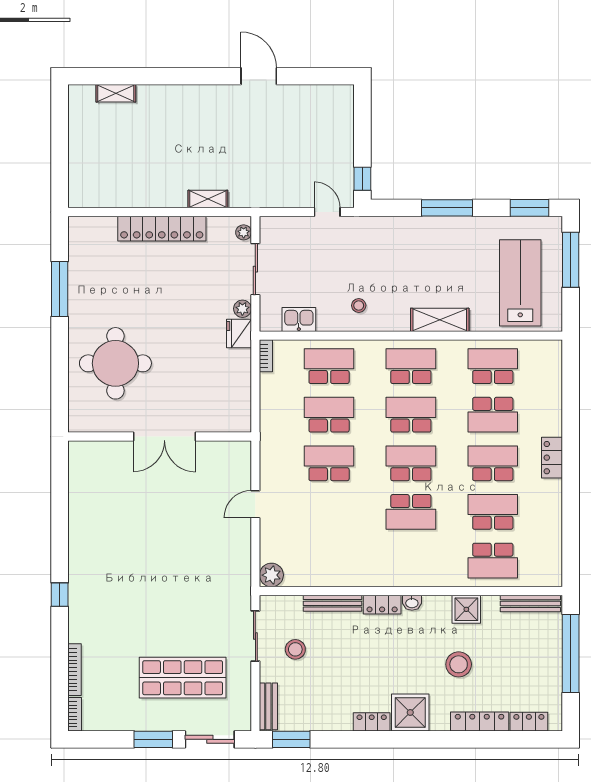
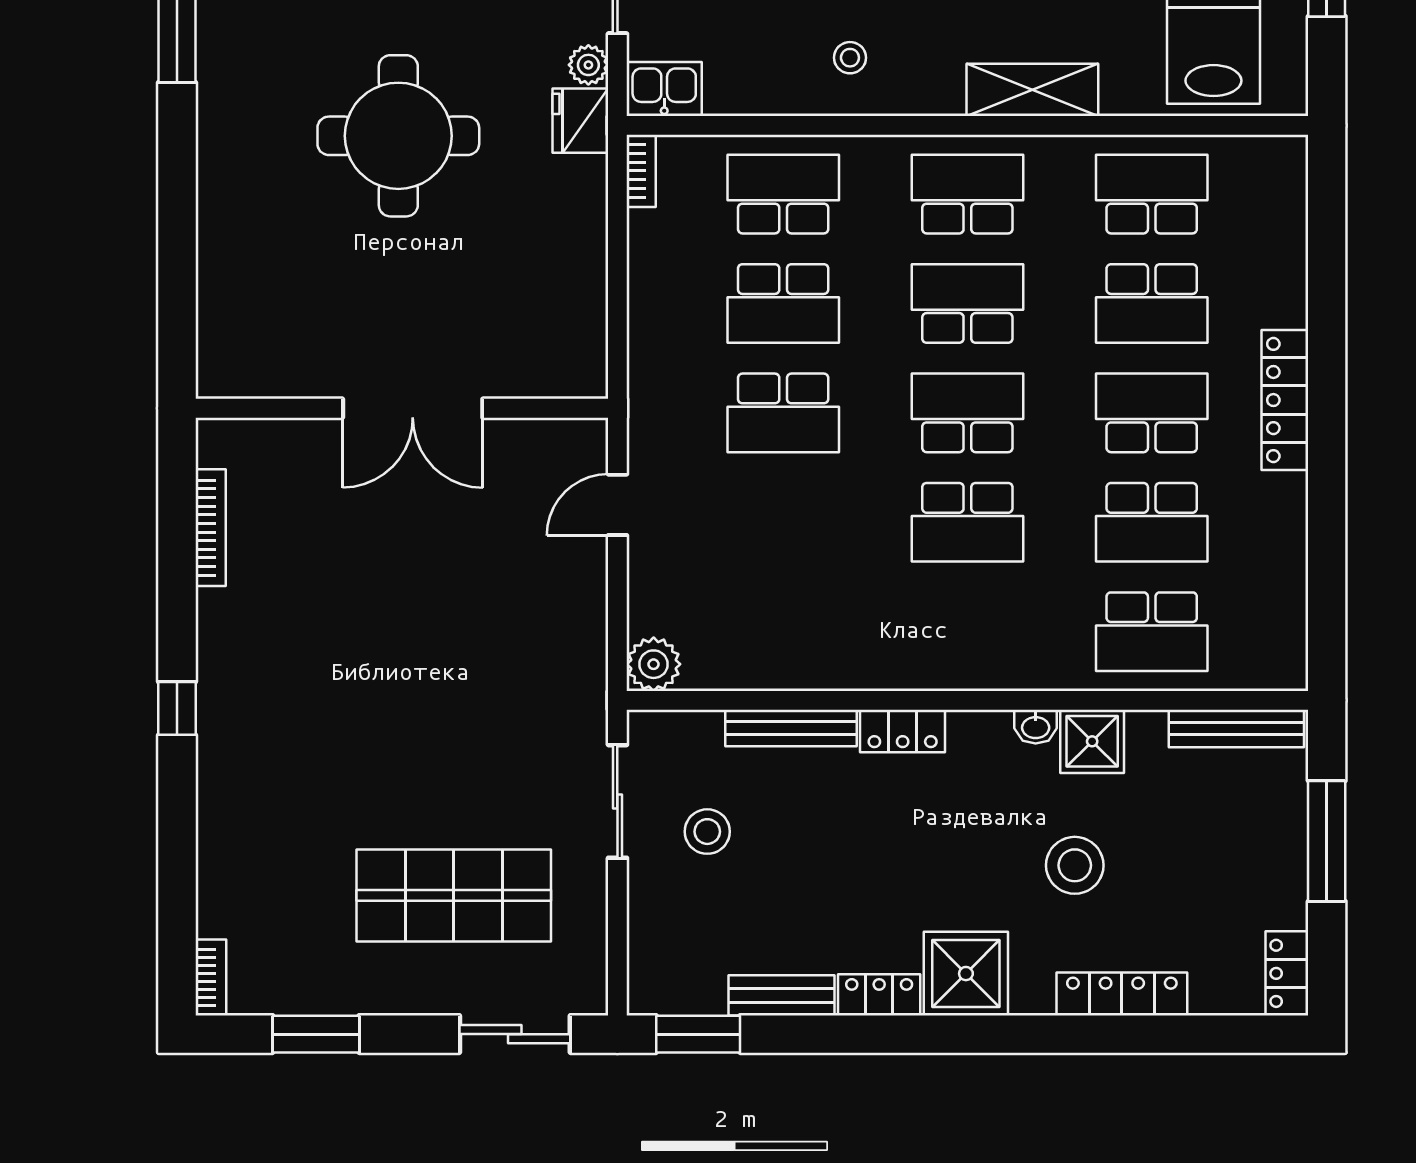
kitchen sink: (299, 319) -> (664, 89), moved
round table: (115, 363) -> (398, 136), moved
school desk: (329, 415) -> (783, 303), turned 180
wall: (160, 437) -> (402, 408), moved
double door: (164, 437) -> (413, 408), moved
locker: (552, 458) -> (1285, 400), width x1.53
school desk: (329, 463) -> (783, 413), turned 180
school desk: (493, 512) -> (1152, 522), turned 180
washbasin: (412, 603) -> (1036, 727), moved
window: (571, 654) -> (1327, 841), width x0.68
bookcase: (75, 670) -> (211, 528), moved
bench: (268, 706) -> (781, 995), moved, turned 90
locker: (529, 722) -> (1287, 973), moved, turned -90
window: (153, 739) -> (316, 1034), moved

